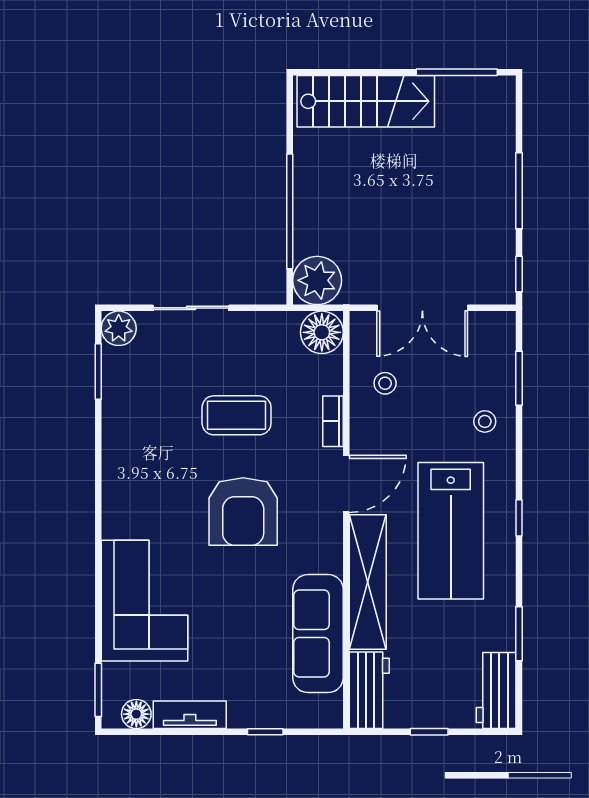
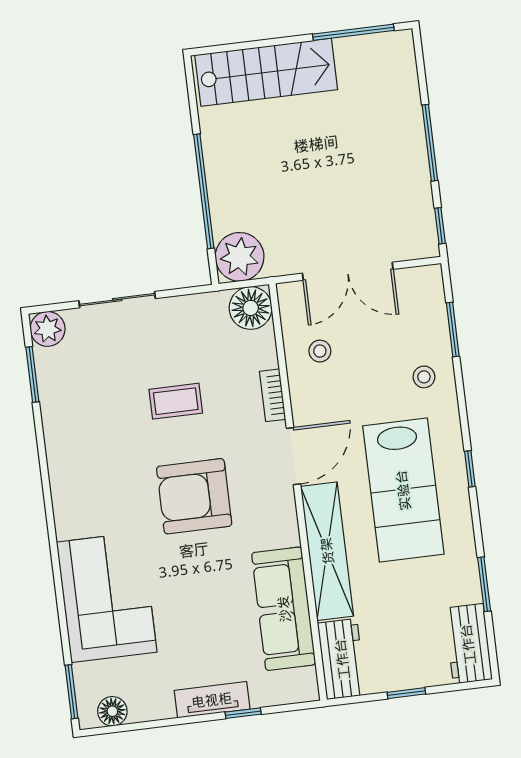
coffee table: (237, 415) -> (176, 401), width x0.73, depth x0.77
armchair: (243, 512) -> (194, 496), turned 90
tv unit: (190, 715) -> (212, 700), moved

